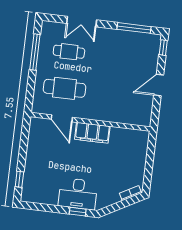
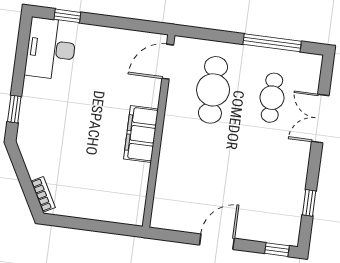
window: (134, 28) -> (309, 203), width x0.46
door: (159, 85) -> (217, 242), hinge flipped
door: (62, 118) -> (168, 62), moved
desk: (78, 194) -> (51, 49), moved

